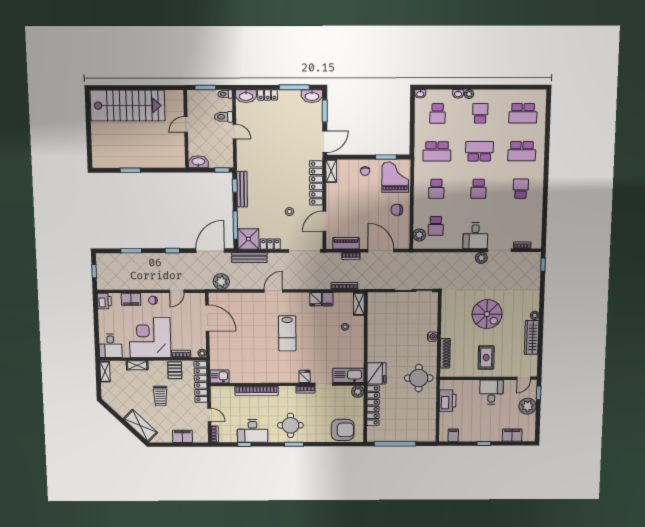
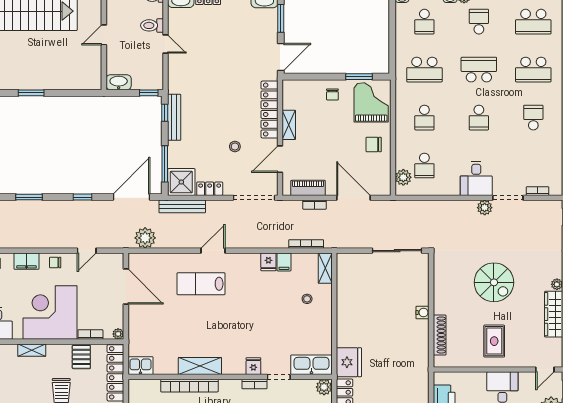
shelving: (331, 171) -> (289, 125), moved
lab bench: (287, 333) -> (201, 284), moved, turned 90
shelving: (264, 377) -> (200, 366), added
round table: (419, 378) -> (405, 369), removed

